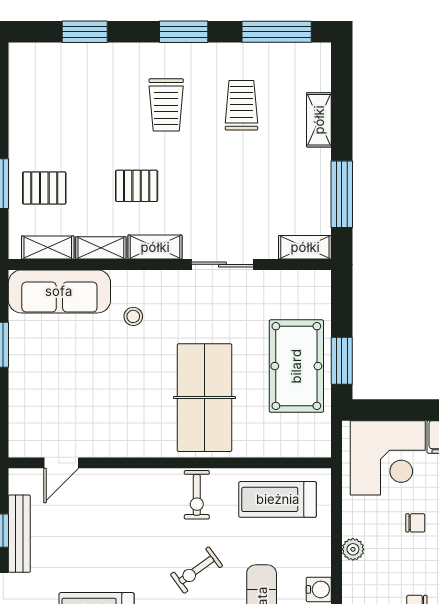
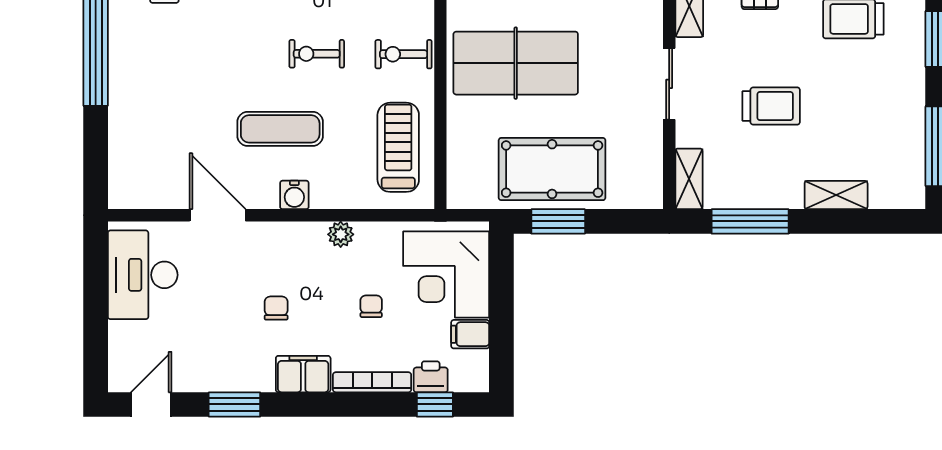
trolley: (241, 105) -> (771, 106), moved
chair: (415, 523) -> (371, 306), turned 180
exercise bike: (196, 570) -> (317, 54), turned -54

